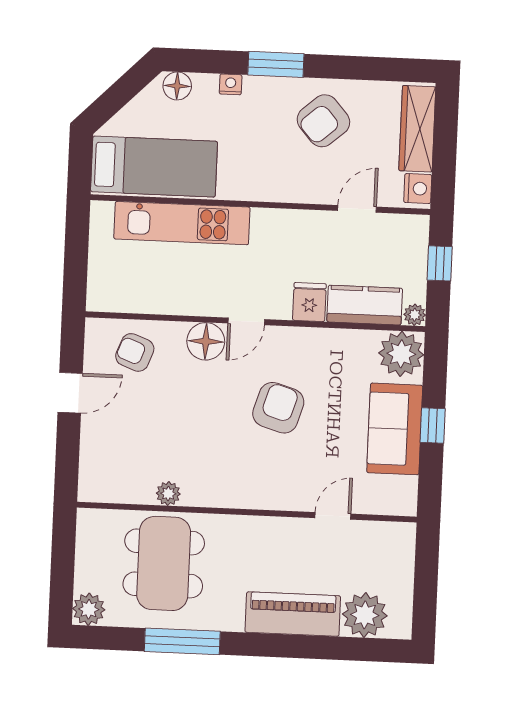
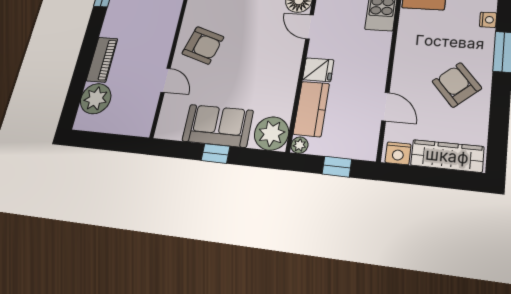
armchair: (278, 408) -> (203, 45), moved
piano: (293, 614) -> (102, 60), width x0.73, depth x0.75

